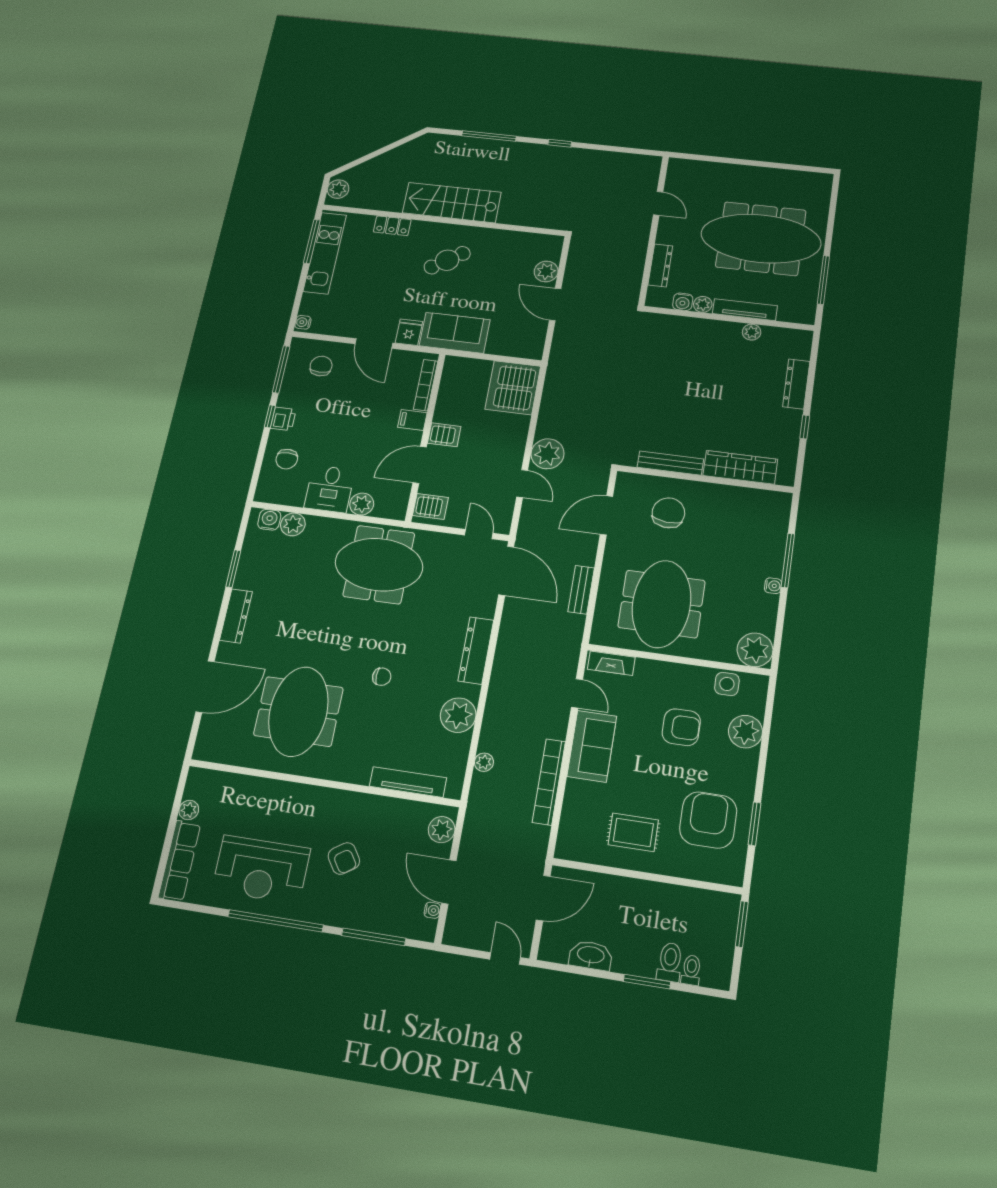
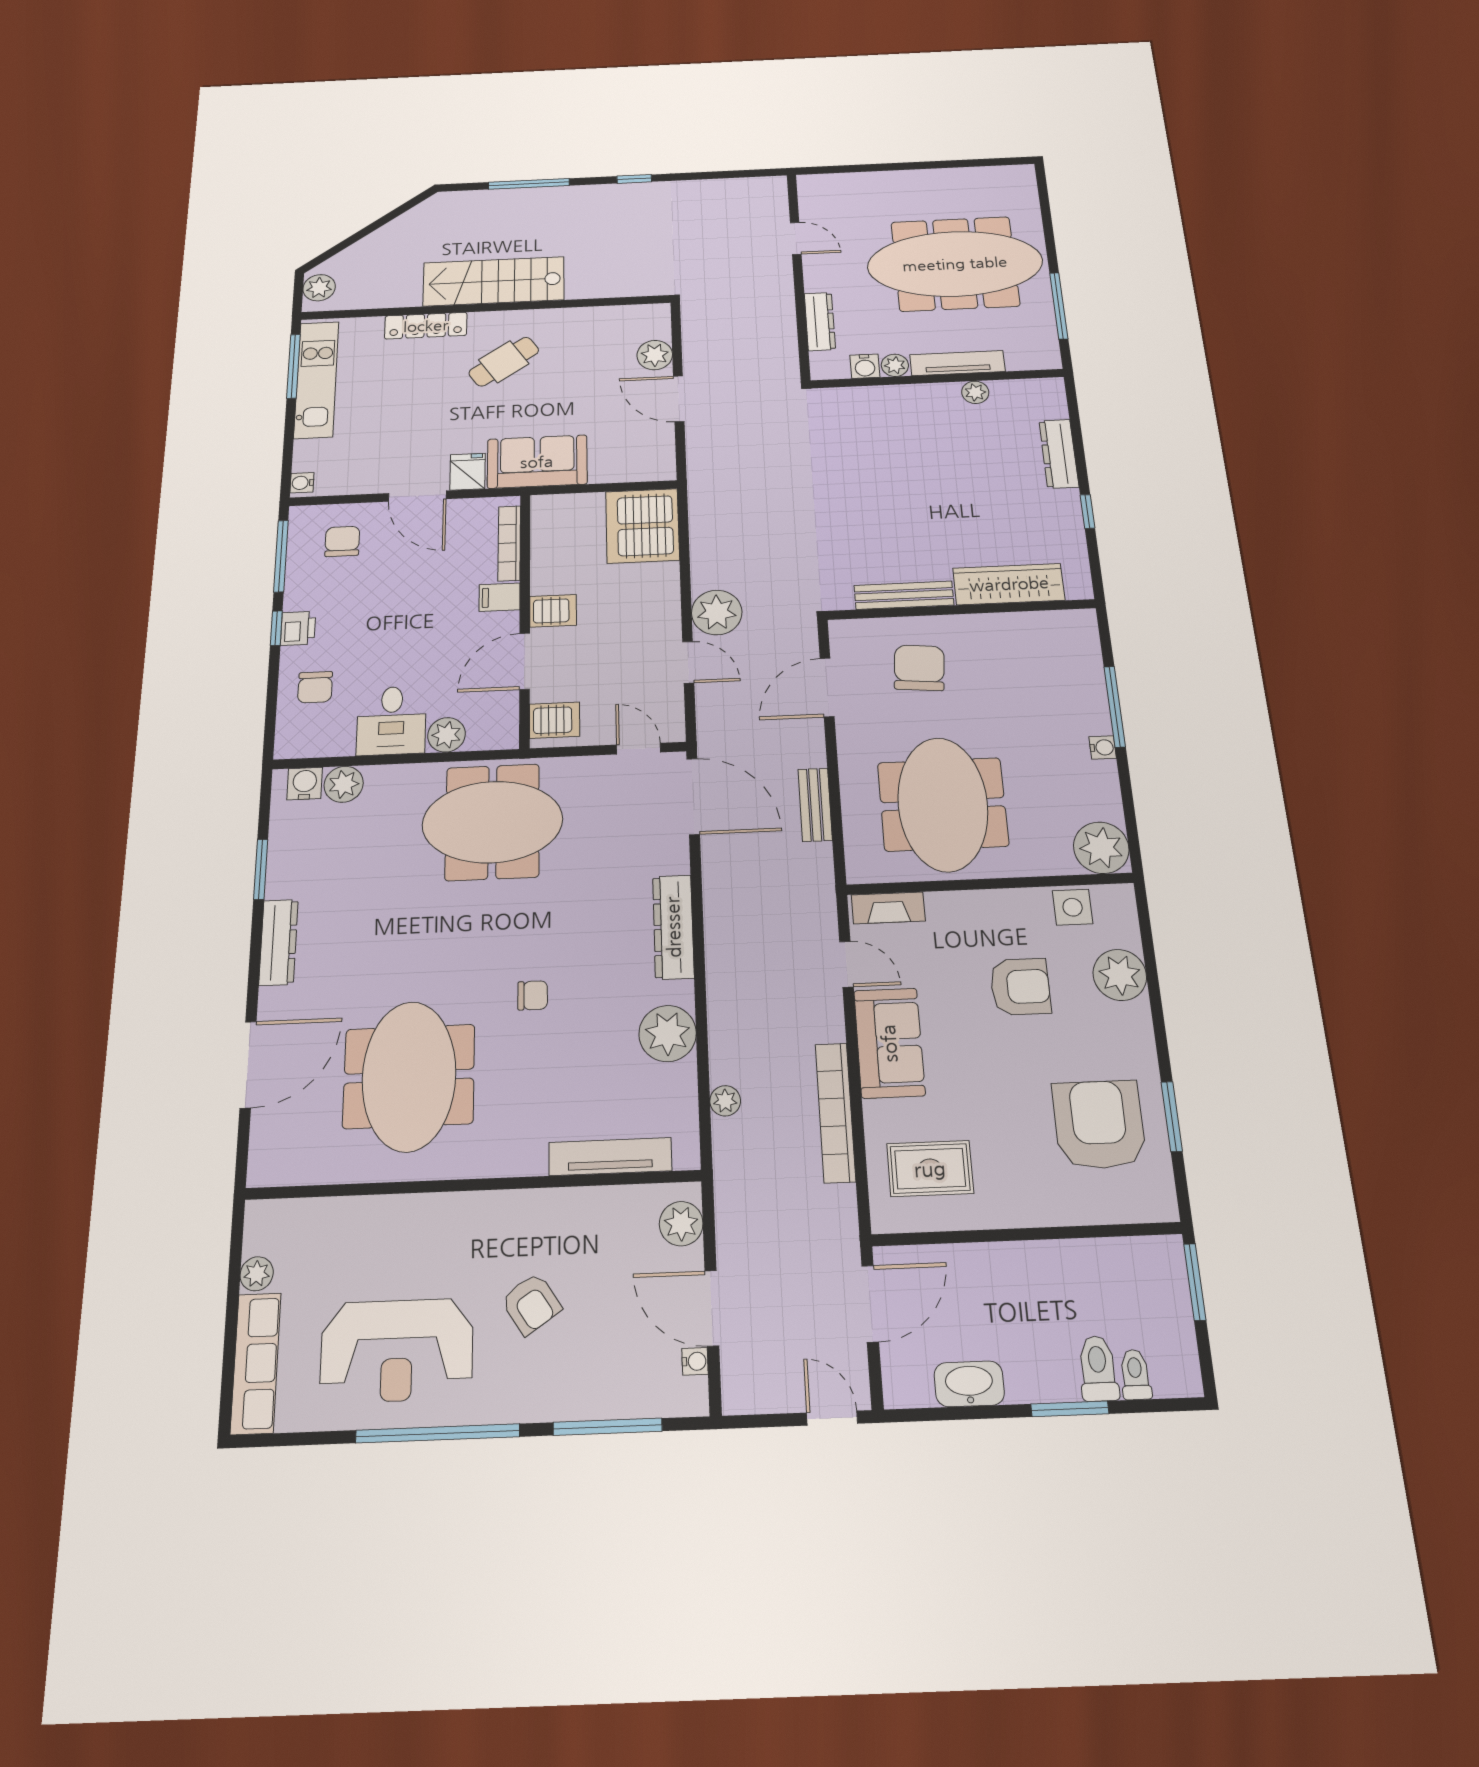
locker: (392, 226) -> (426, 326), width x1.53
rug: (633, 832) -> (930, 1169), moved

